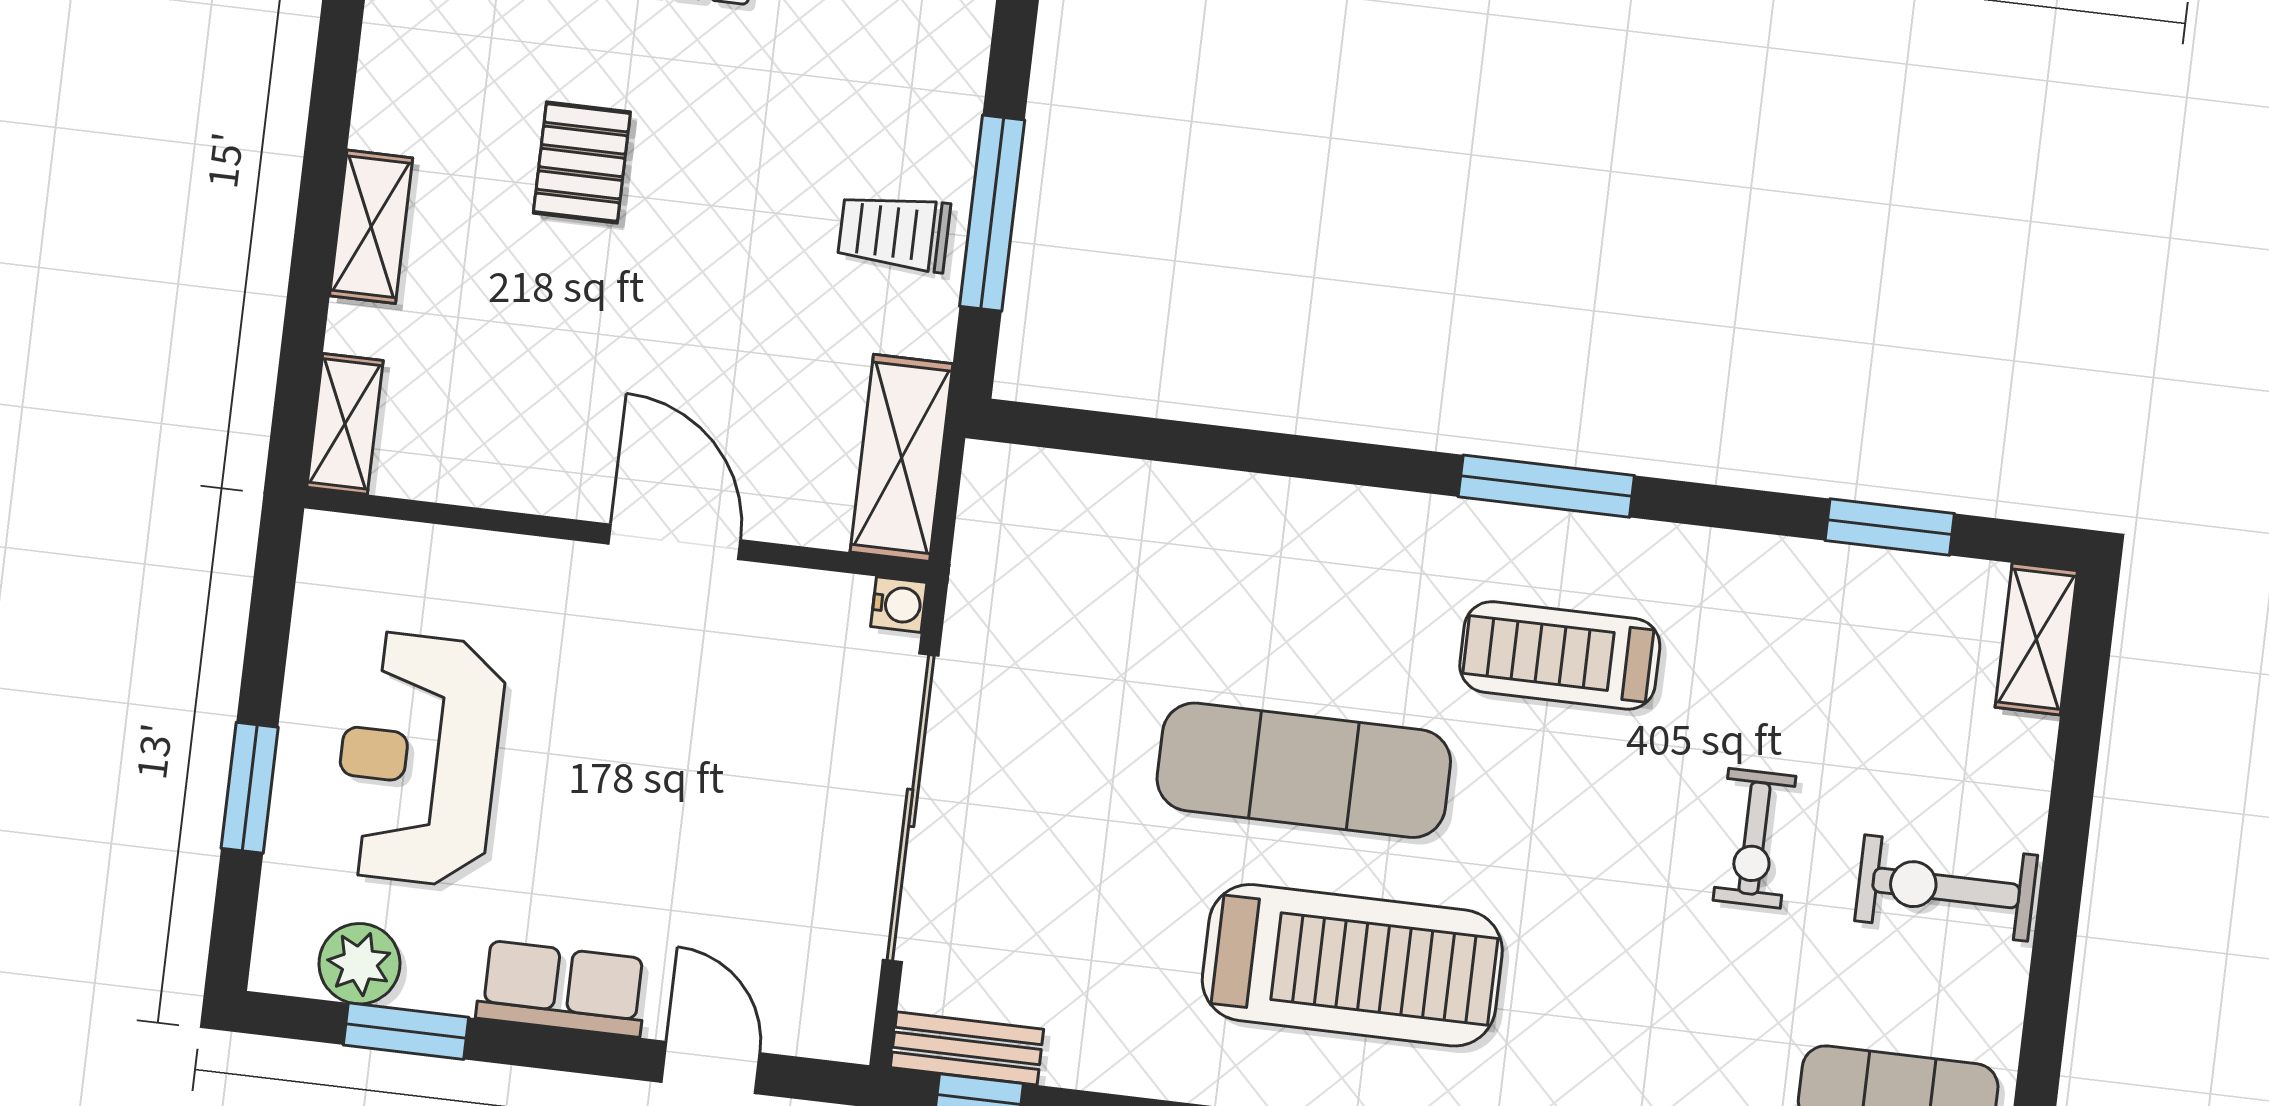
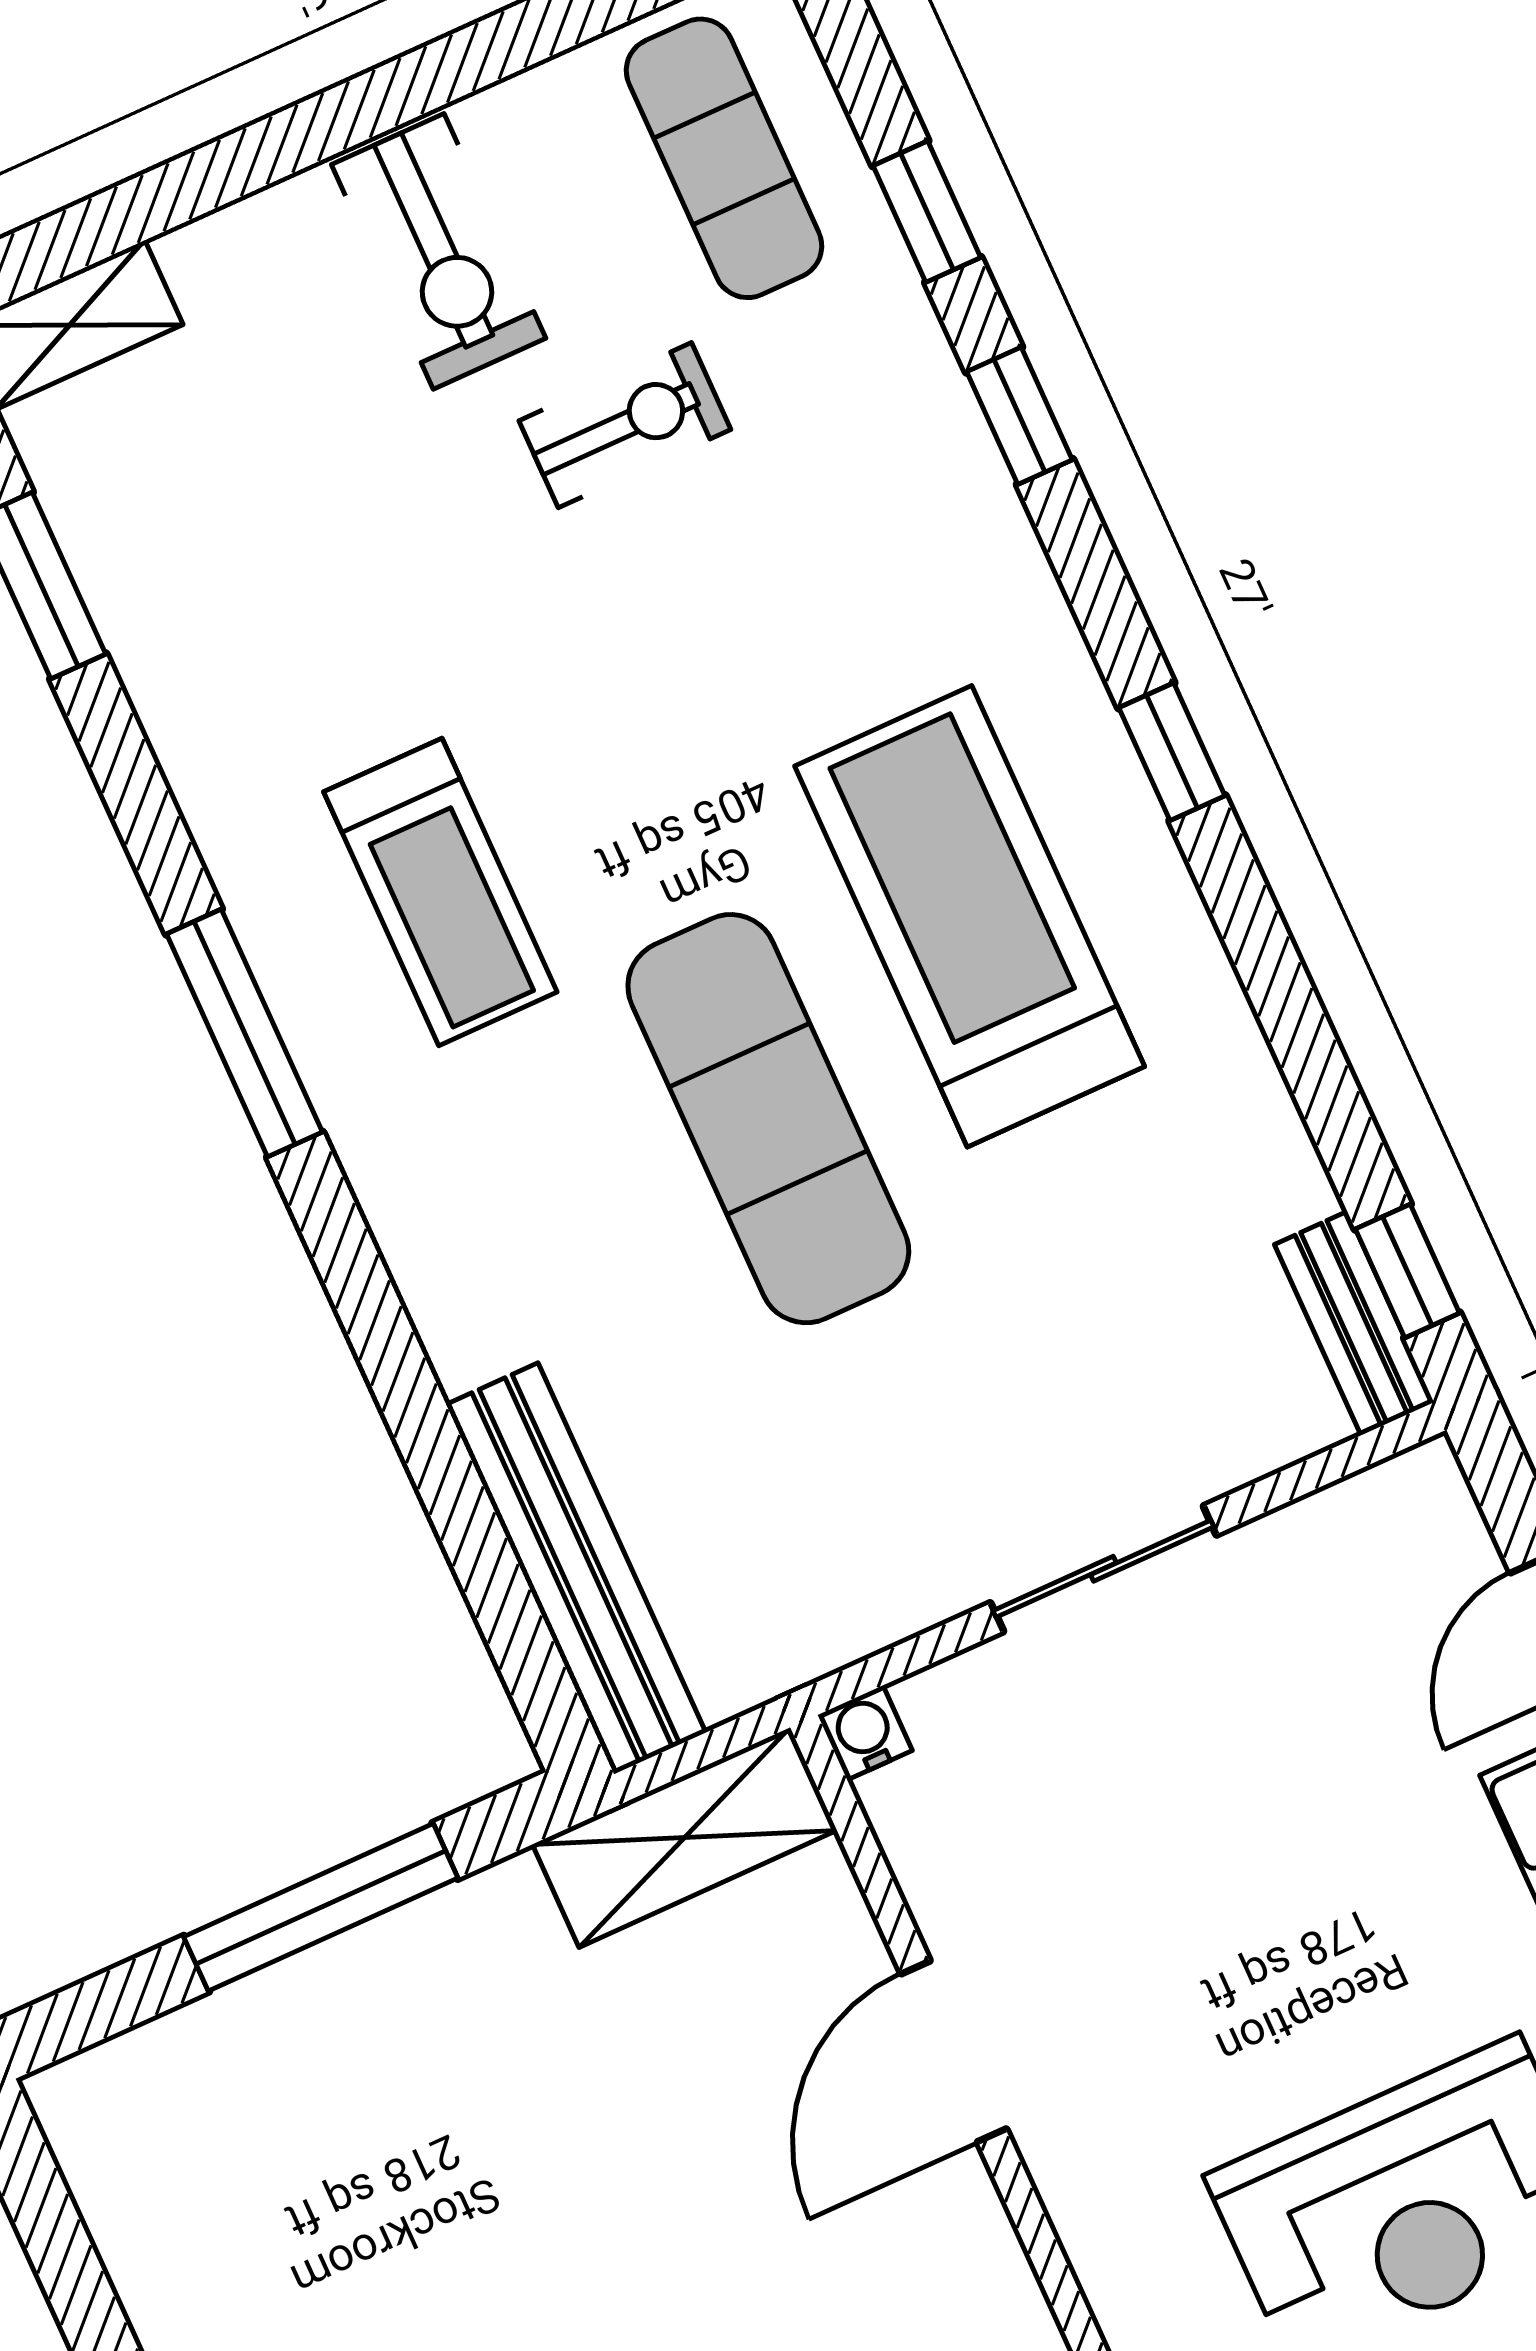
trolley: (894, 232) -> (416, 2012), removed
bench: (1103, 490) -> (576, 1569), added
sliding door: (911, 808) -> (1103, 1569), width x0.54
exercise bike: (1754, 838) -> (625, 425), moved

